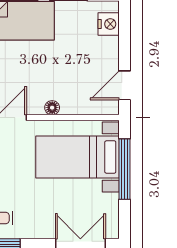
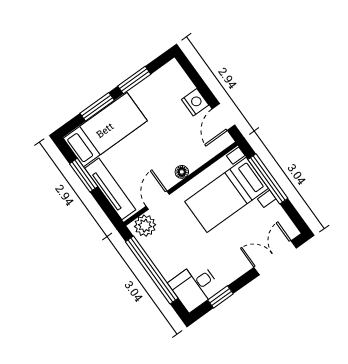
nightstand: (109, 24) -> (195, 102), moved

